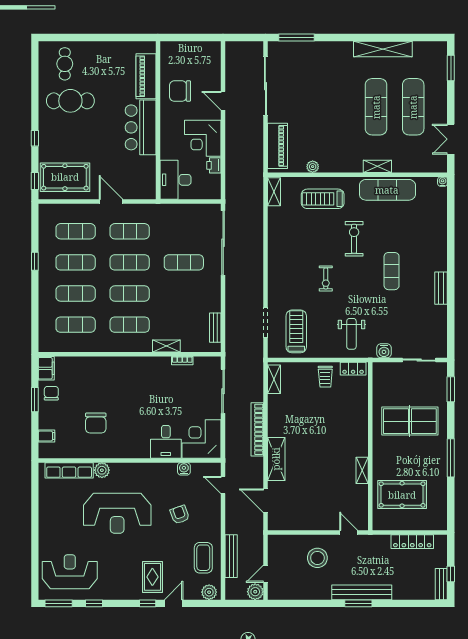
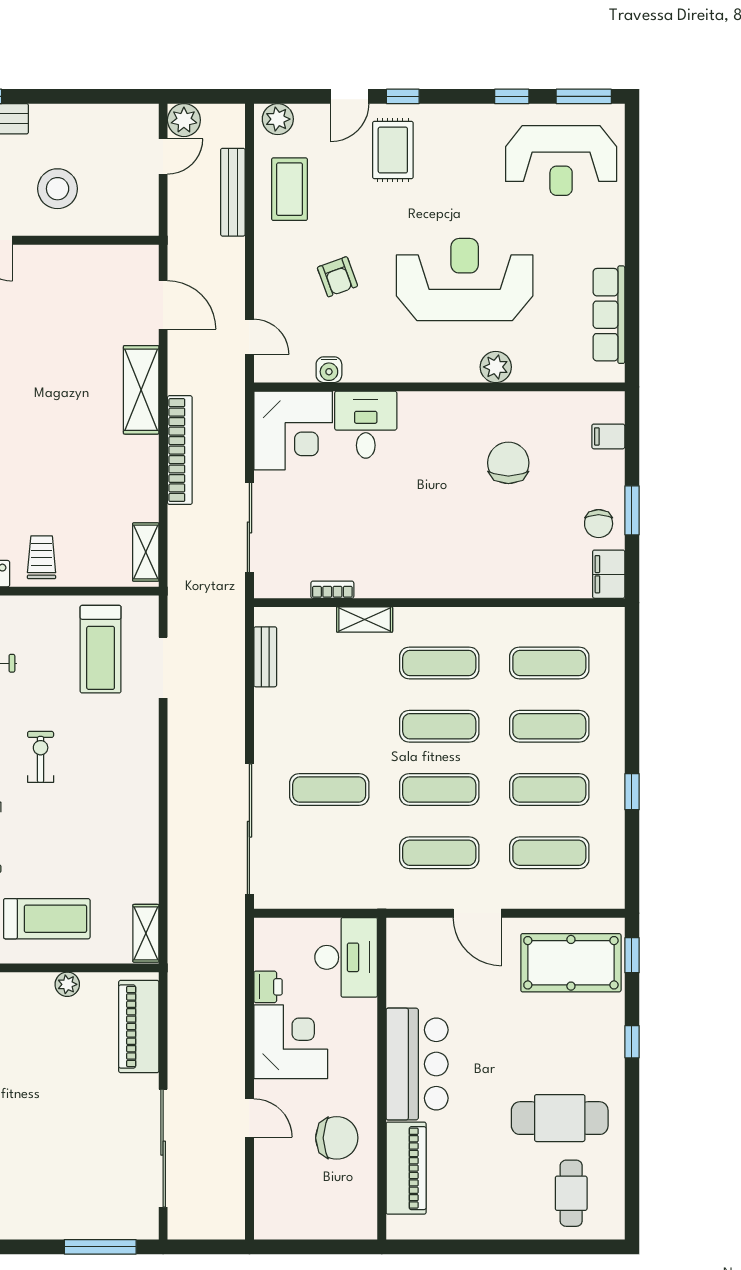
row of seats: (69, 470) -> (609, 315), moved, turned -90

